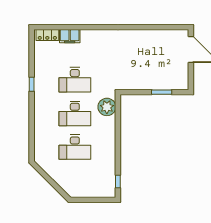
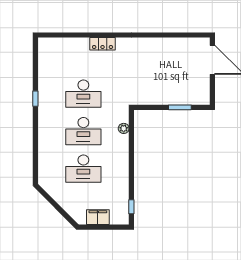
locker: (47, 35) -> (103, 44), moved
filing cabinet: (70, 36) -> (98, 217), moved, turned 180
plant: (107, 107) -> (124, 128), width x0.53, depth x0.53

